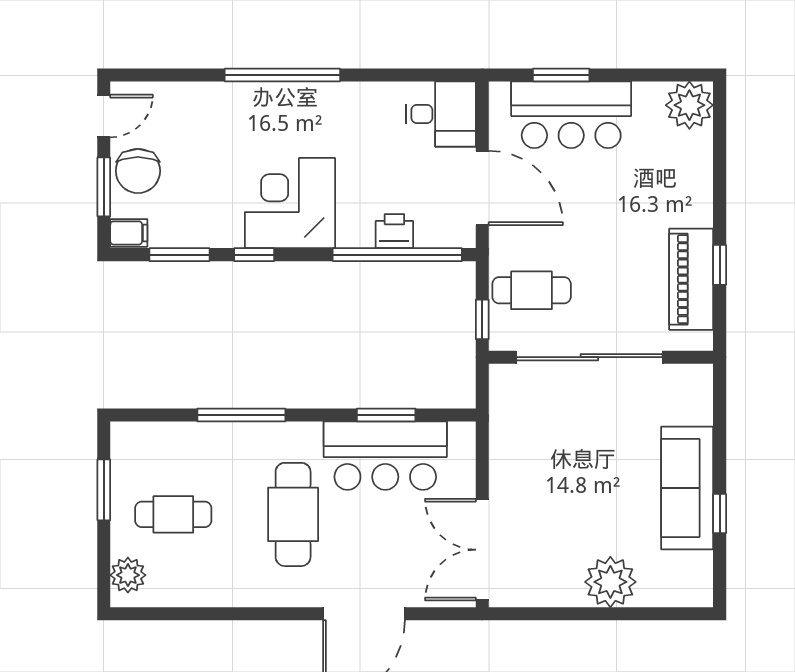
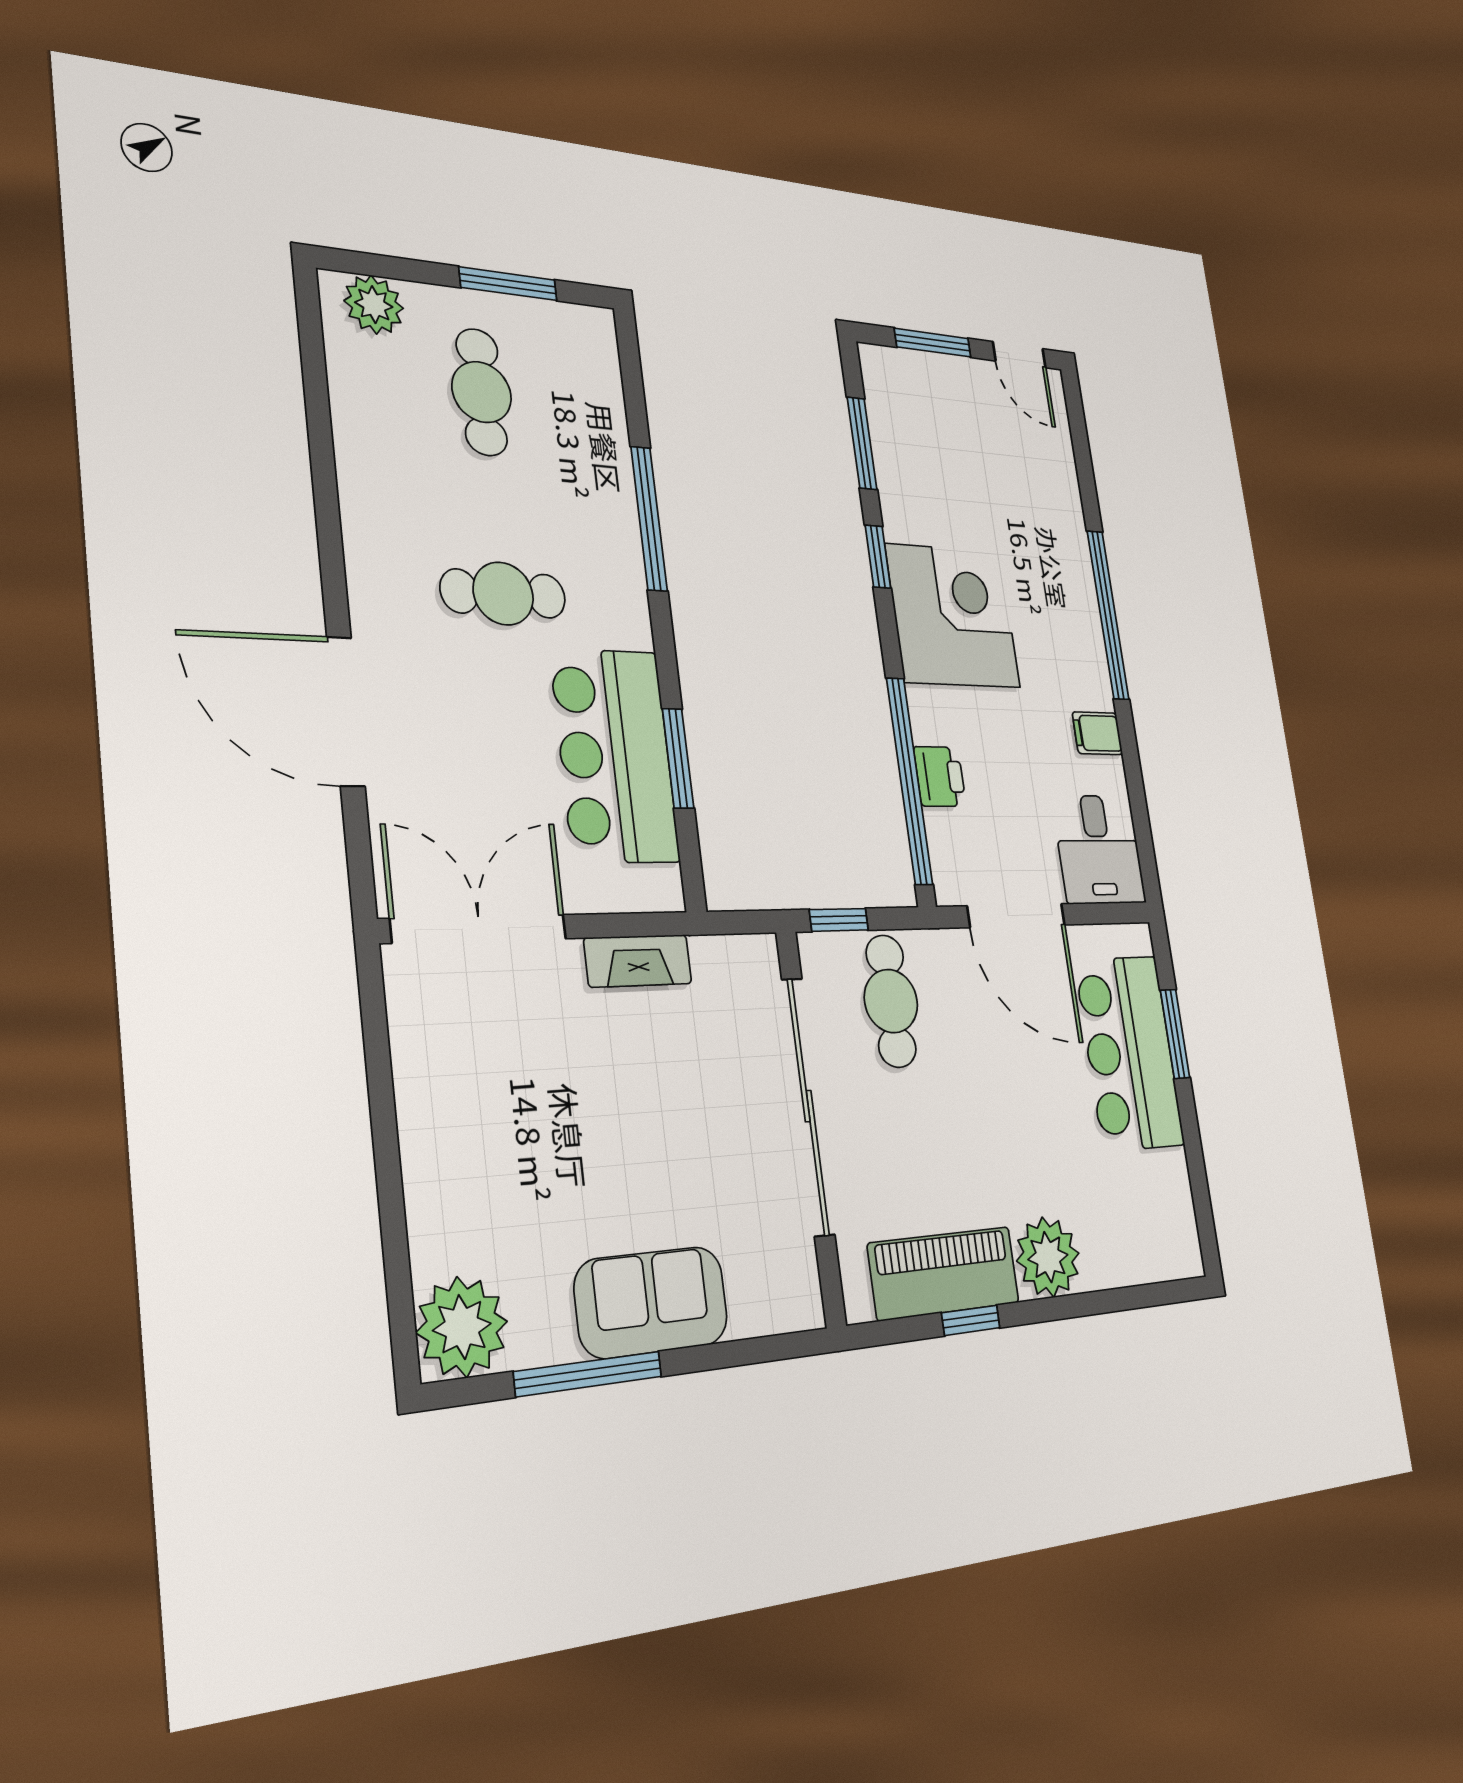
plant: (689, 105) -> (1048, 1257), moved
chair: (138, 171) -> (960, 395), removed
door: (482, 188) -> (1016, 916), hinge flipped
filing cabinet: (129, 233) -> (1097, 733), moved, turned 90
fireplace: (503, 456) -> (638, 961), added
sofa: (687, 488) -> (652, 1302), width x0.73
cafe table: (293, 514) -> (503, 594), width x0.73, depth x0.74
window: (720, 514) -> (588, 1374), width x2.17
plant: (610, 582) -> (462, 1327), moved

